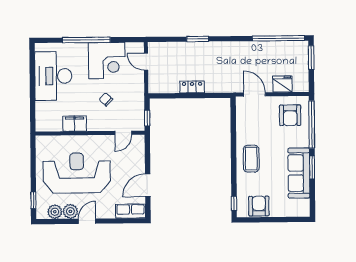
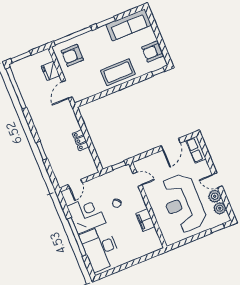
desk: (53, 76) -> (100, 248), moved, turned 90
armchair: (290, 115) -> (72, 55), turned 180
coffee table: (251, 159) -> (118, 72), width x1.36, depth x1.32
sofa: (299, 173) -> (129, 25), moved
door: (148, 185) -> (171, 144), hinge flipped

